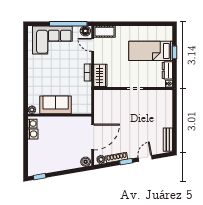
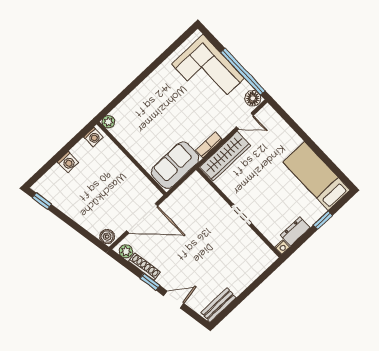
cot: (105, 32) -> (272, 120), removed
door: (93, 45) -> (245, 121), swing flipped
bed: (151, 51) -> (316, 176), moved
wardrobe: (100, 75) -> (225, 156), width x1.50
sofa: (56, 105) -> (175, 165), moved, turned -90
washing machine: (33, 134) -> (68, 162), moved

